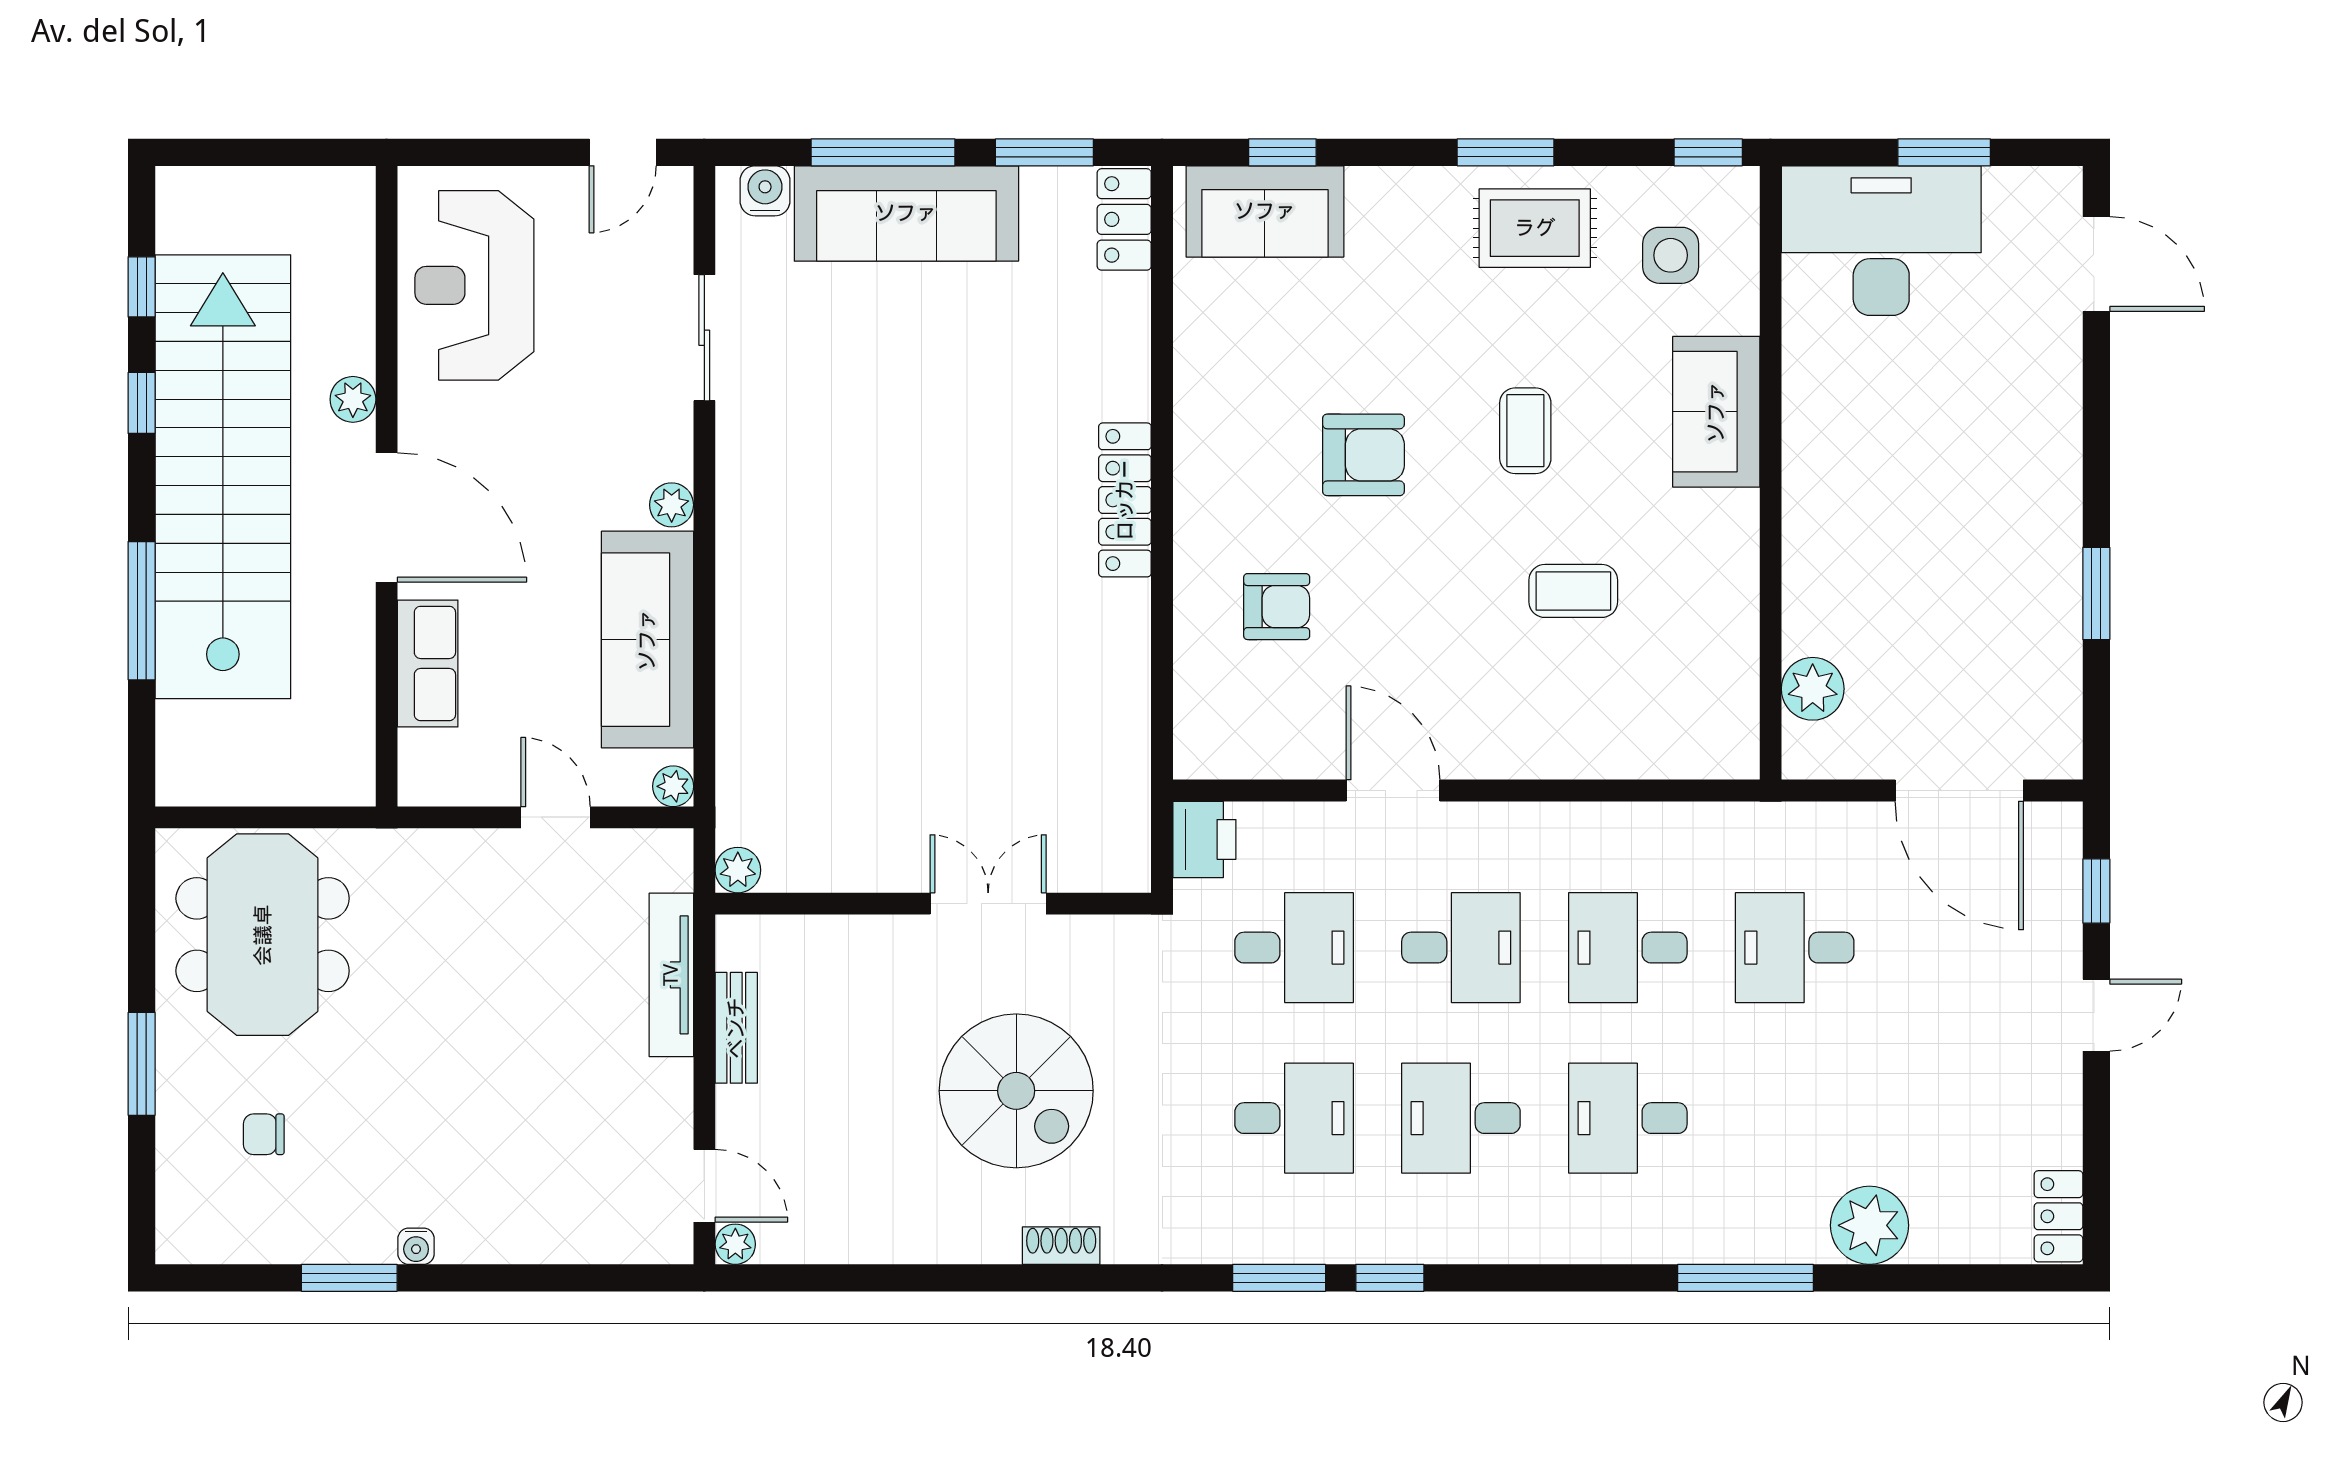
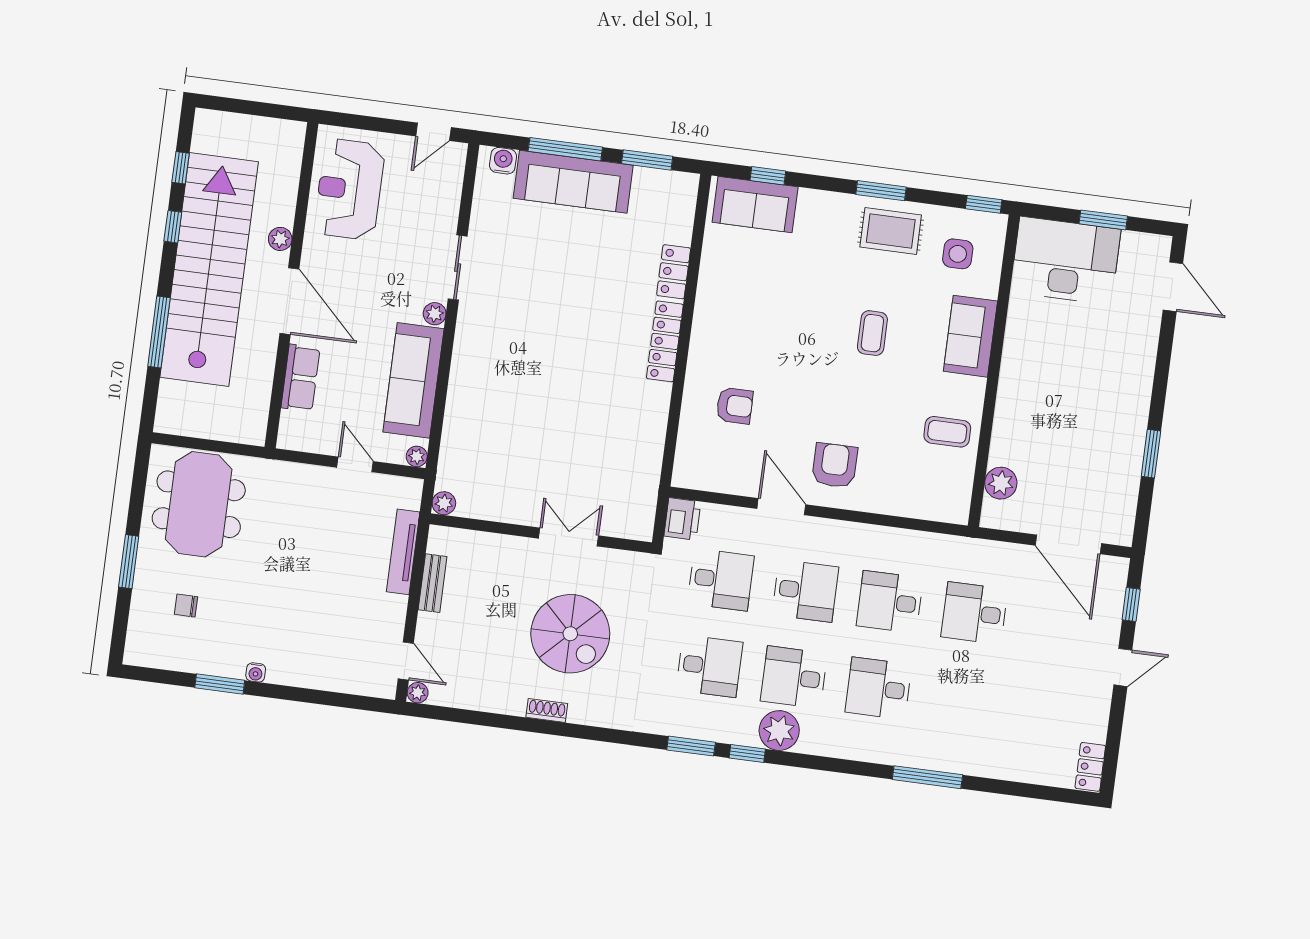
locker: (1124, 219) -> (674, 272), moved
sliding door: (704, 338) -> (458, 268), moved
armchair: (1363, 455) -> (835, 465), moved, turned -90
coffee table: (1573, 591) -> (947, 432), moved
plant: (1869, 1225) -> (779, 731), moved
shoe rack: (1061, 1246) -> (547, 710), moved

